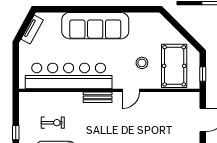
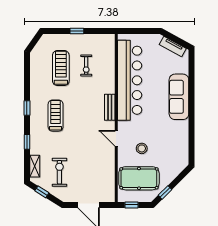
sofa: (95, 26) -> (179, 97), width x0.74, depth x0.79
window: (189, 38) -> (165, 192), added

